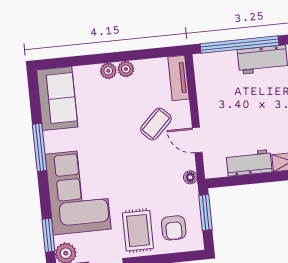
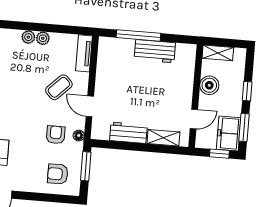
window: (239, 44) -> (138, 35), width x0.68
armchair: (163, 181) -> (56, 135), added
armchair: (174, 228) -> (58, 174), turned 90
rug: (138, 231) -> (28, 171), removed

